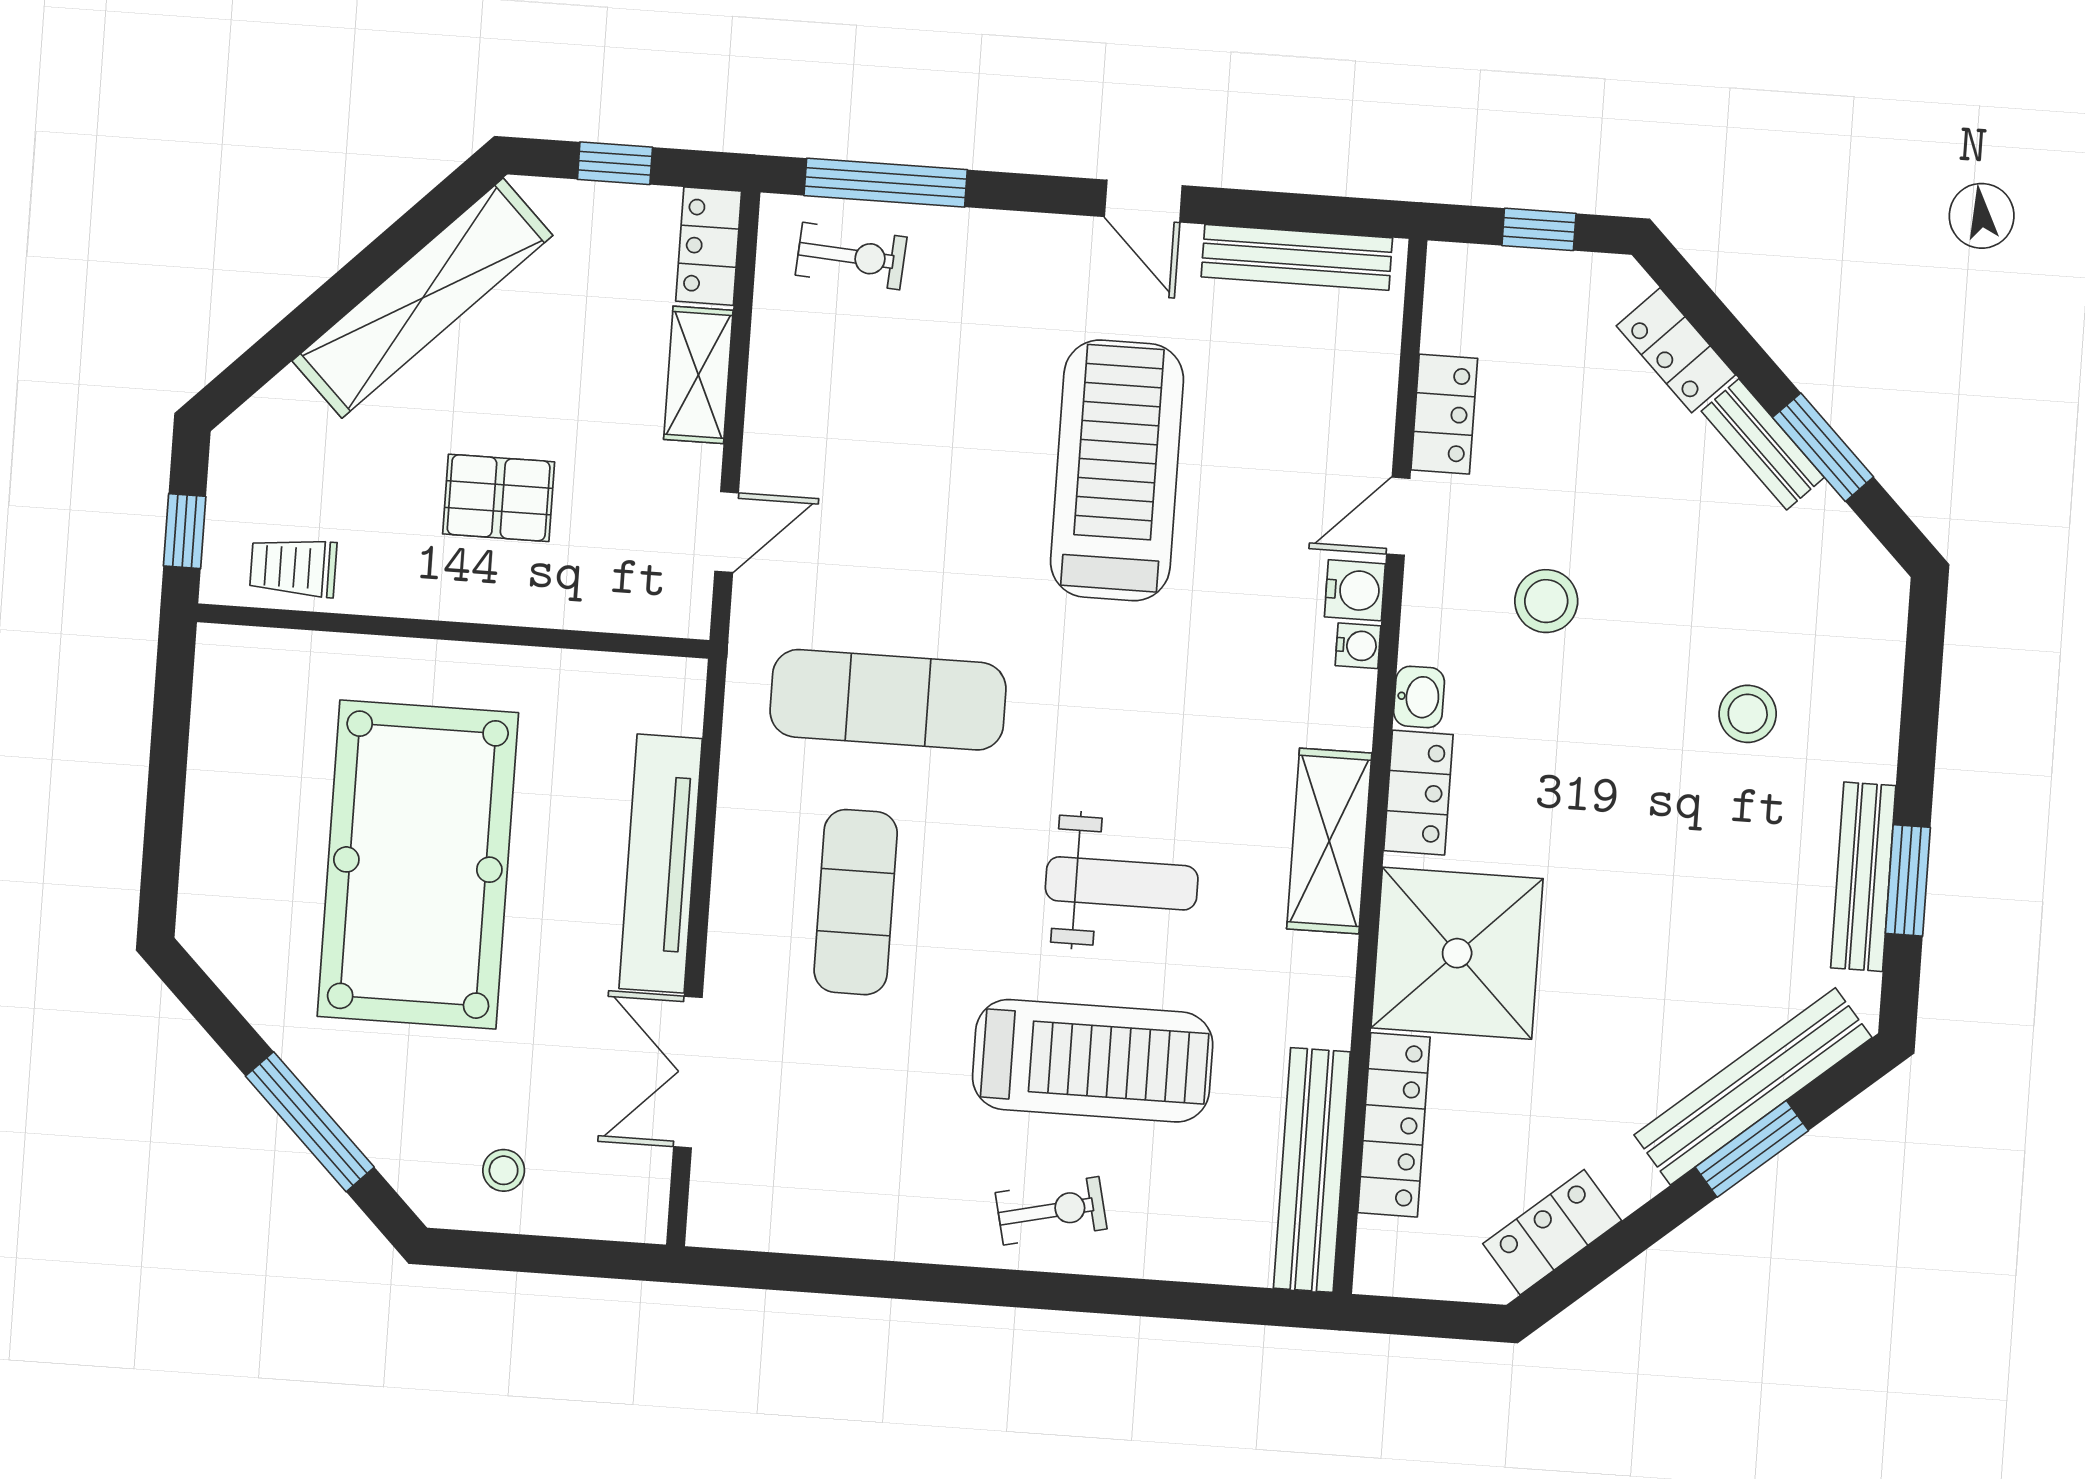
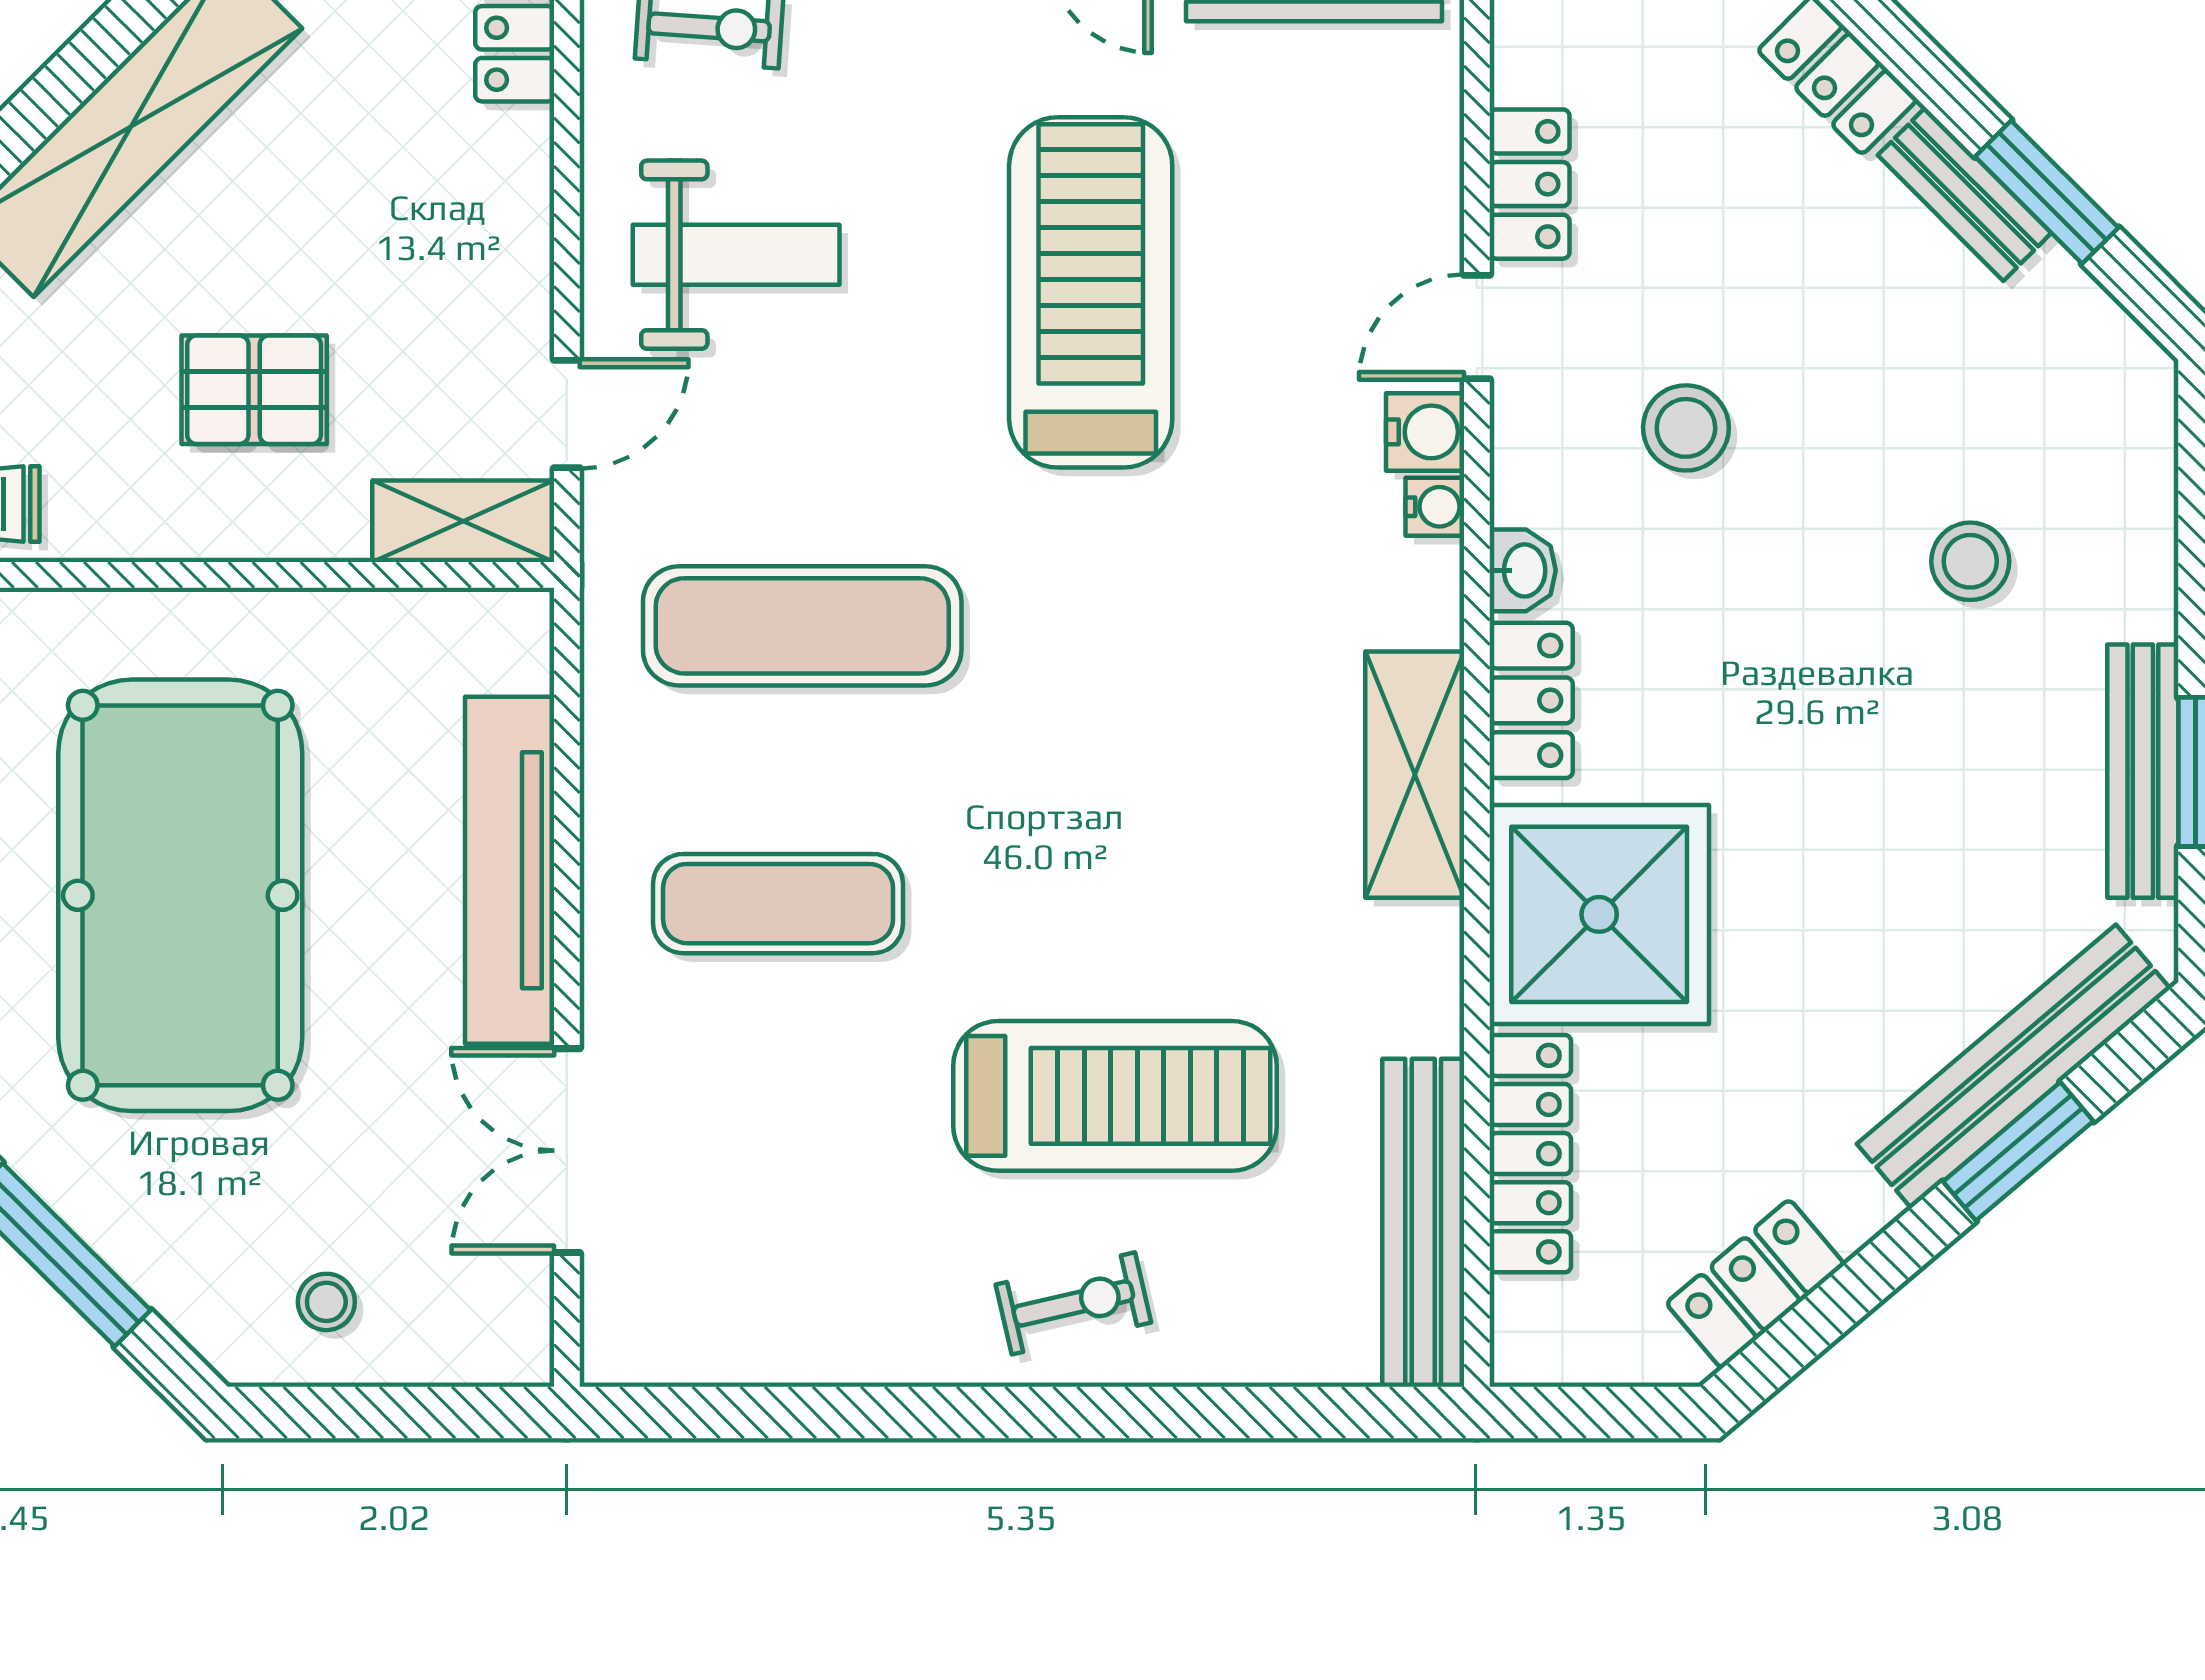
shelving: (698, 375) -> (463, 521), moved, turned 90
weight bench: (1122, 883) -> (736, 255), moved
exercise mat: (856, 902) -> (778, 904), turned 90

